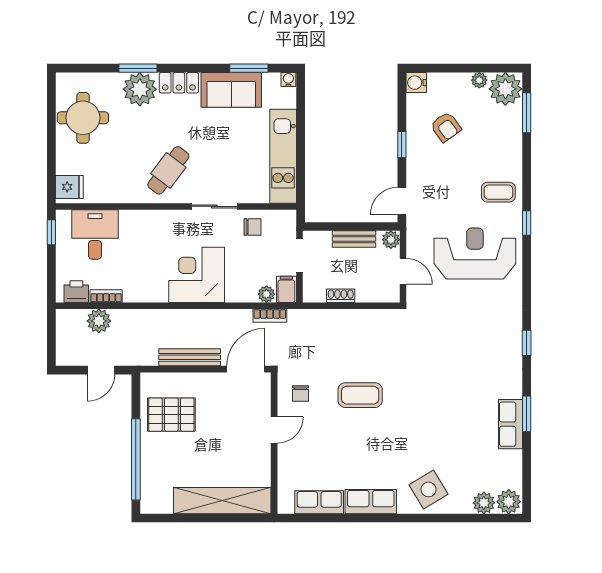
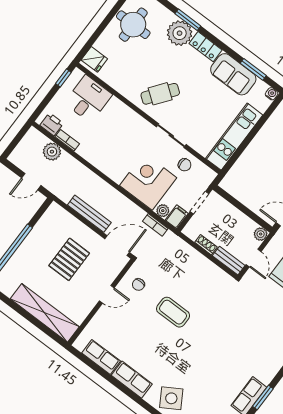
bench: (354, 239) -> (229, 261), moved
corner desk: (197, 275) -> (148, 182), moved
pallet: (171, 415) -> (69, 259), moved, turned 90

